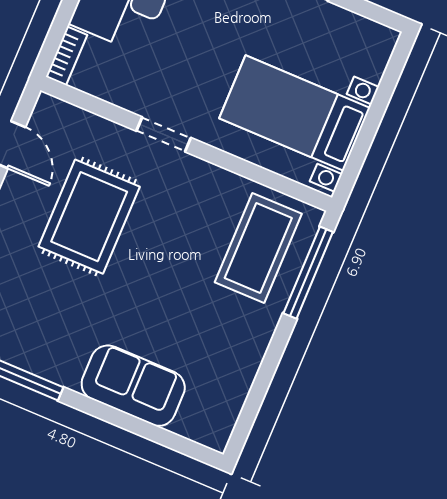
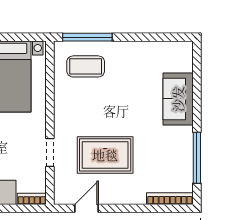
doorway: (164, 134) -> (50, 152), moved
coffee table: (258, 248) -> (86, 66), width x0.73, depth x0.76

